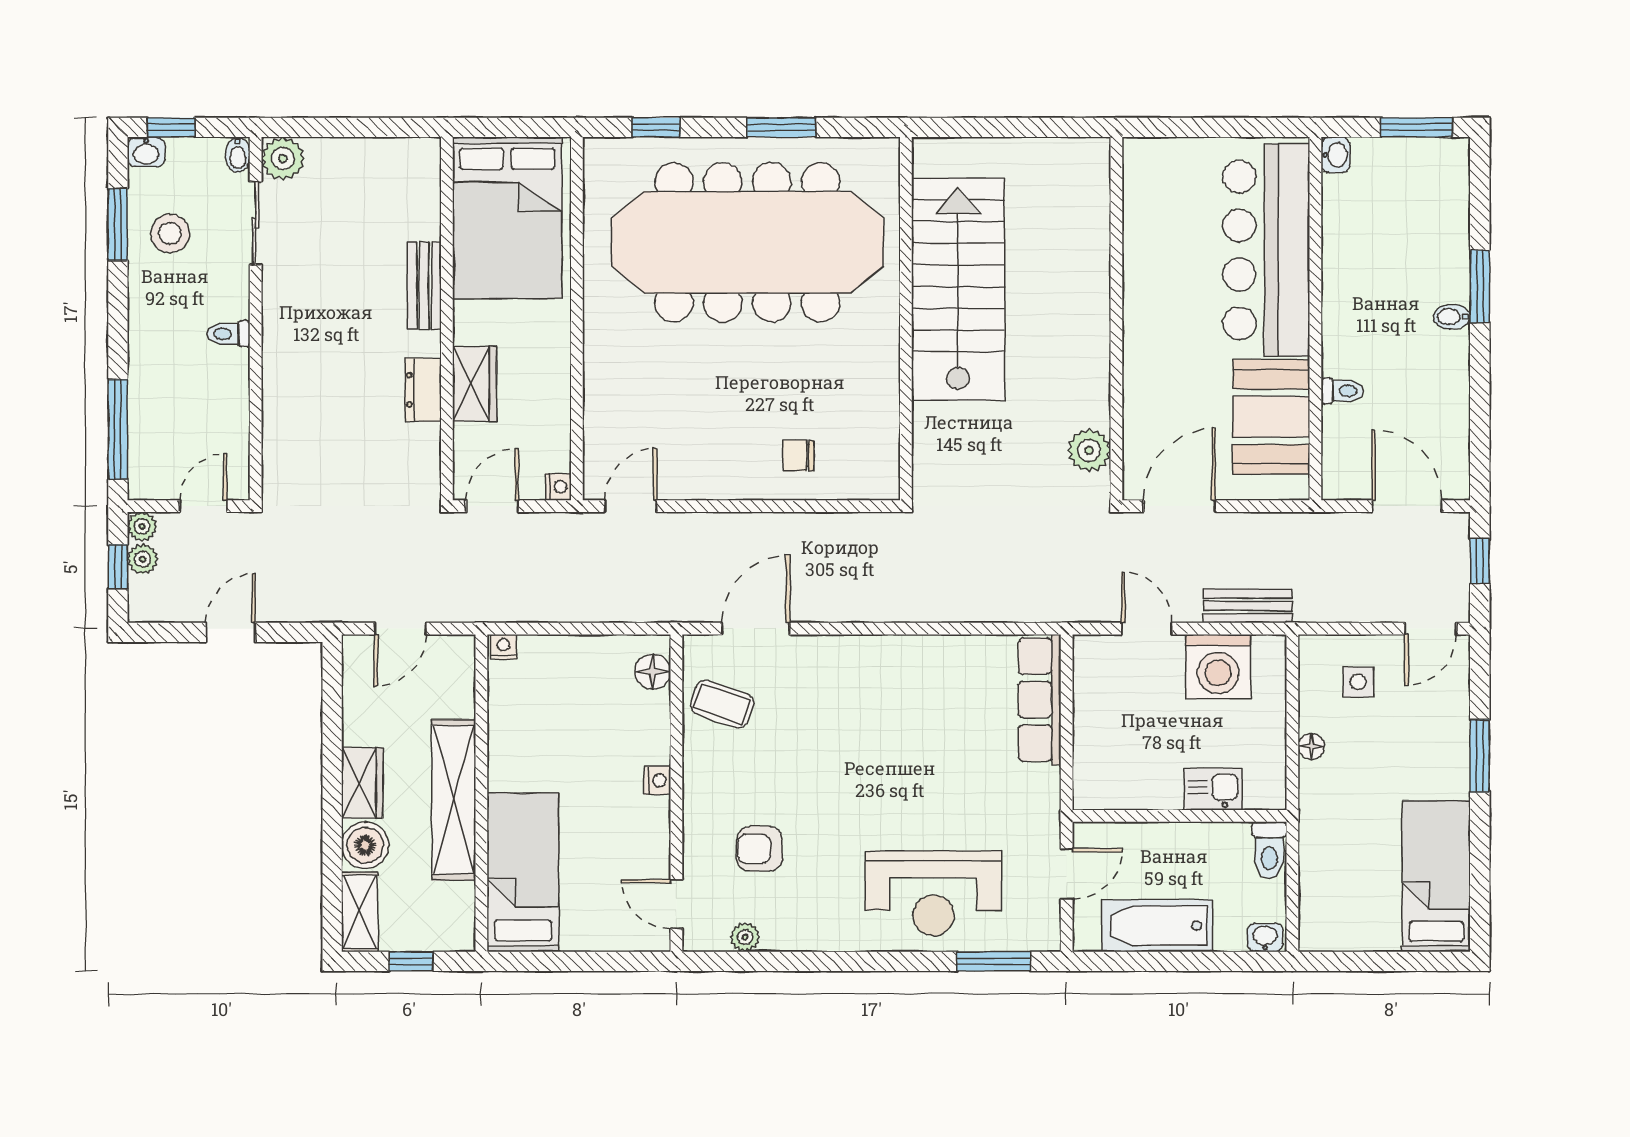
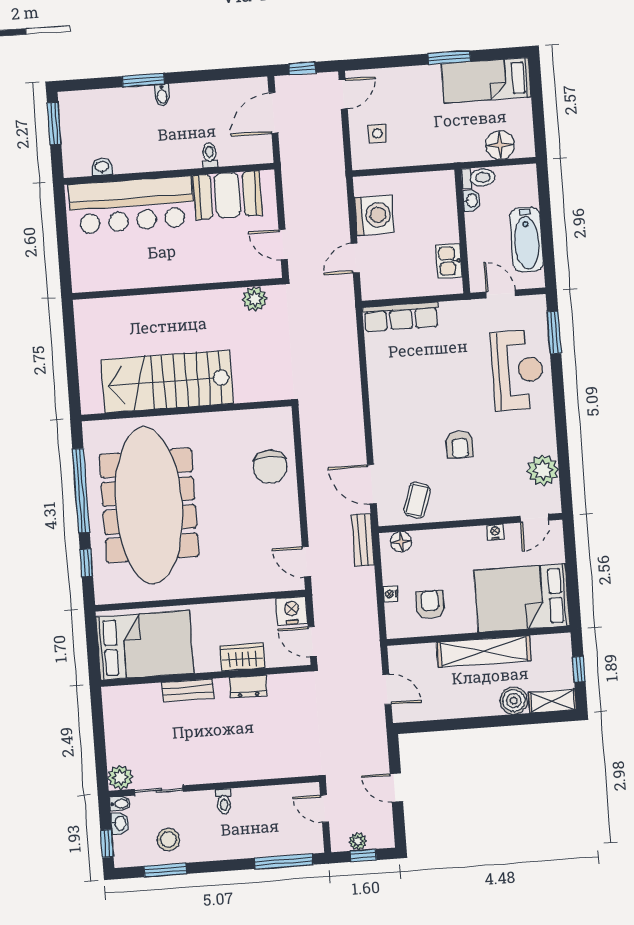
window: (781, 127) -> (81, 491), width x2.11
washbasin: (146, 152) -> (120, 823), moved
washbasin: (1335, 155) -> (102, 167), moved
chair: (798, 456) -> (270, 467), width x1.87, depth x1.87
nightstand: (558, 487) -> (292, 611), width x1.89, depth x1.79
door: (1179, 506) -> (283, 244), width x0.73
plant: (142, 526) -> (339, 843), removed
bench: (1248, 606) -> (363, 540), moved
door: (1430, 629) -> (343, 94), hinge flipped
nightstand: (504, 647) -> (390, 594), moved
armchair: (541, 713) -> (430, 605), added
floor lamp: (1311, 747) -> (500, 145), moved, width x1.89, depth x1.89
window: (1480, 756) -> (449, 58), moved
nightstand: (657, 780) -> (495, 532), moved
wardrobe: (362, 783) -> (478, 705), removed
kitchen sink: (1213, 789) -> (449, 261), moved
armchair: (760, 849) -> (460, 445), moved
bed: (523, 872) -> (522, 598), width x1.50
plant: (745, 937) -> (543, 470), width x1.88, depth x1.88
washbasin: (1265, 937) -> (472, 200), moved, turned 180

